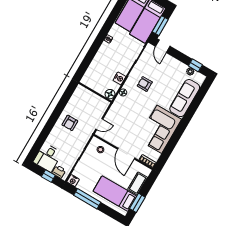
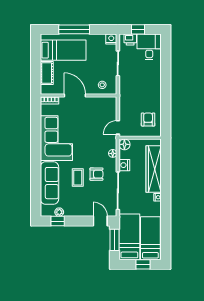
wardrobe: (99, 62) -> (154, 169), added
coffee table: (161, 90) -> (78, 178), added
armchair: (70, 123) -> (148, 119), moved
door: (99, 124) -> (118, 127), moved
window: (87, 199) -> (74, 29), moved
window: (137, 203) -> (36, 54), removed

